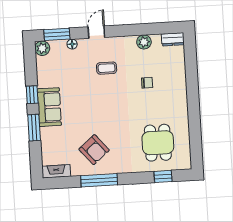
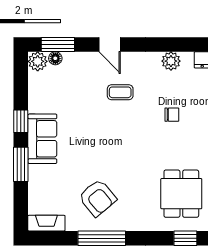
door: (96, 32) -> (110, 45), swing flipped
floor lamp: (72, 44) -> (55, 58), moved

